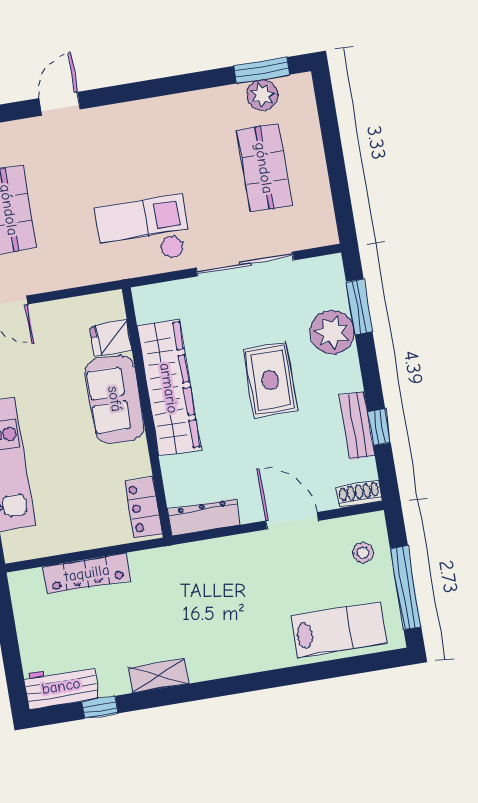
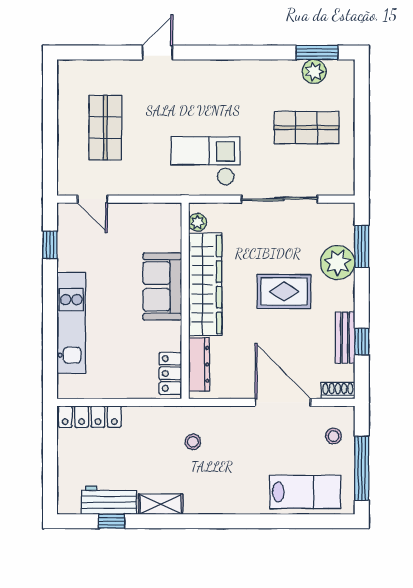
shop shelf: (264, 168) -> (306, 128), turned 90
plant: (146, 311) -> (198, 222), added
fridge: (111, 338) -> (167, 239), removed
rug: (270, 380) -> (284, 291), turned 90
dresser: (204, 517) -> (199, 364), moved, turned 90
door: (292, 521) -> (283, 402), width x1.36
locker: (87, 573) -> (90, 417), moved
stool: (186, 590) -> (193, 442), added
workbench: (61, 686) -> (109, 500), moved

